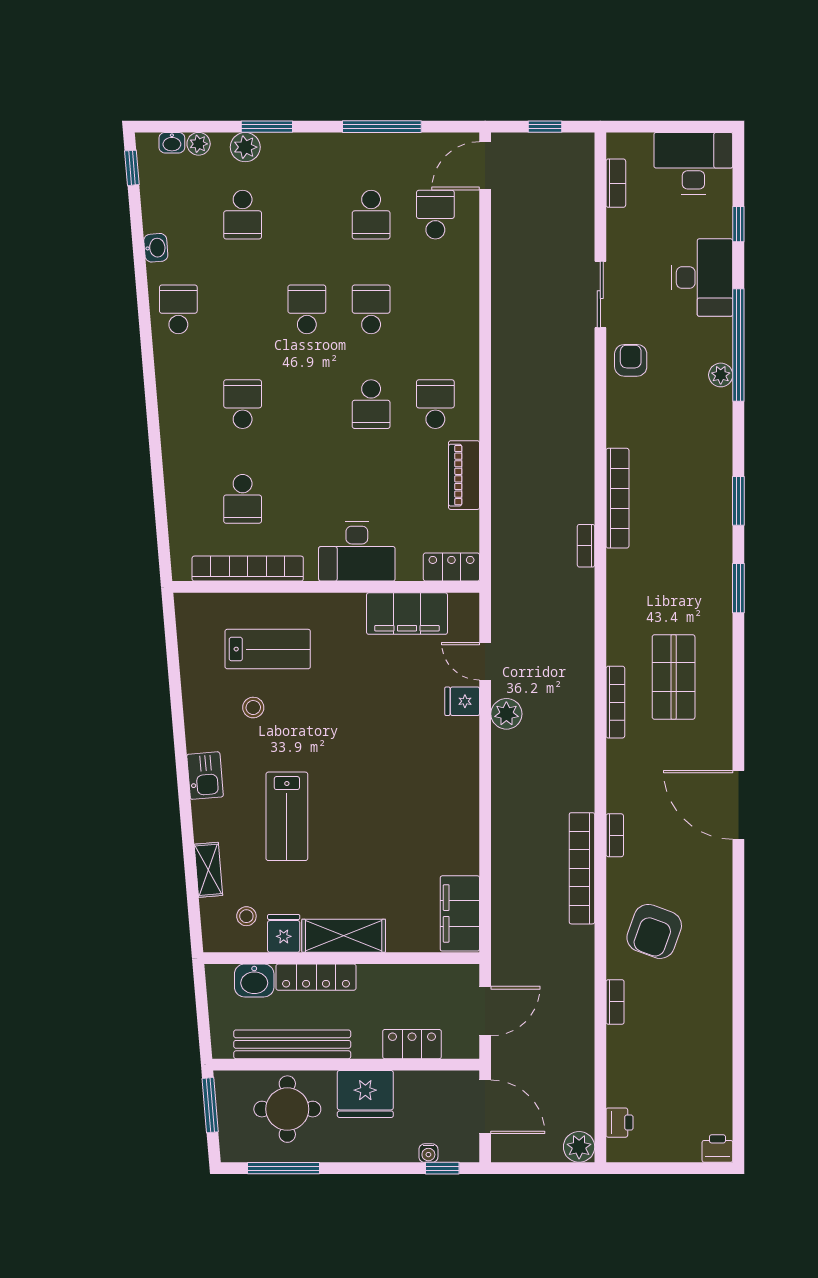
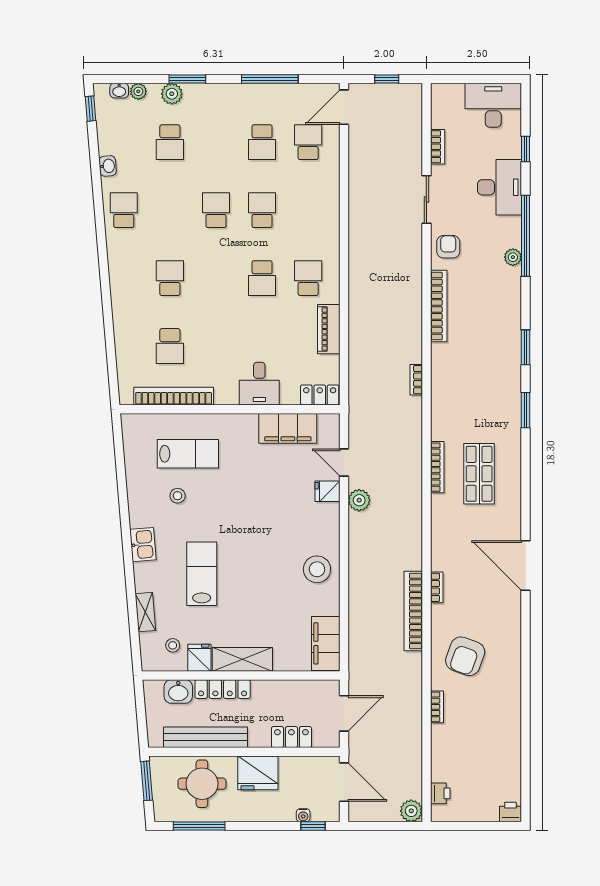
bookcase: (616, 183) -> (438, 147), moved
bookcase: (617, 498) -> (439, 306), moved
desk: (357, 551) -> (259, 384), width x0.73
bookcase: (615, 702) -> (437, 467), moved
stool: (448, 810) -> (317, 569), added
lab bench: (287, 816) -> (202, 574), turned 180

